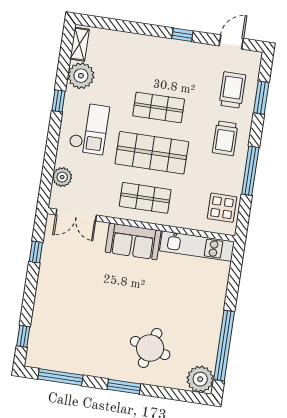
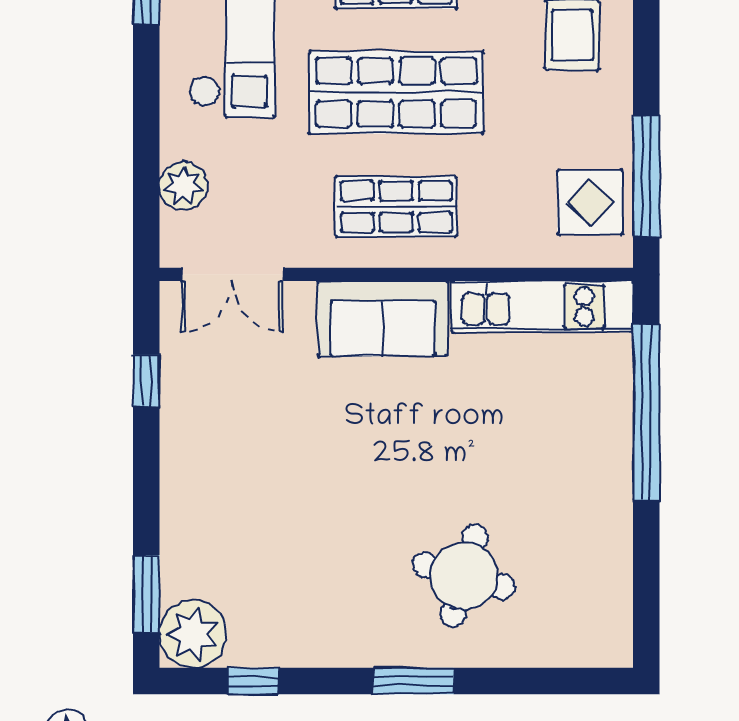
window: (250, 171) -> (646, 176), moved
window: (23, 336) -> (146, 594), width x1.50
window: (224, 346) -> (646, 412), moved
window: (60, 377) -> (253, 681), width x0.46
plant: (200, 379) -> (193, 634), moved

